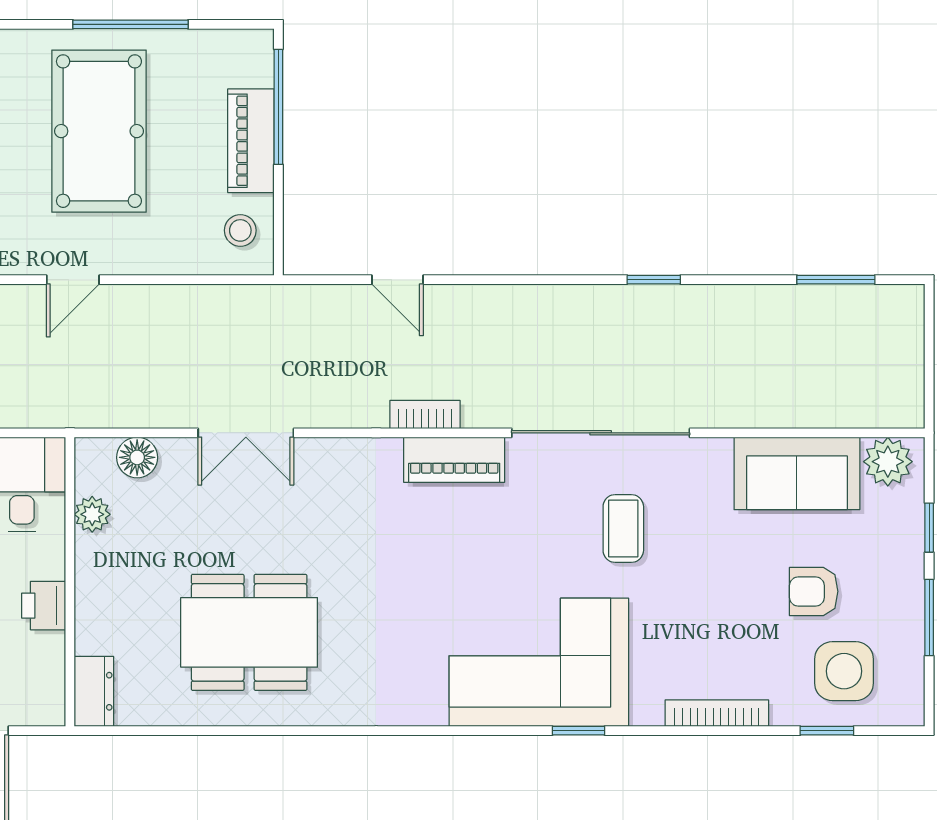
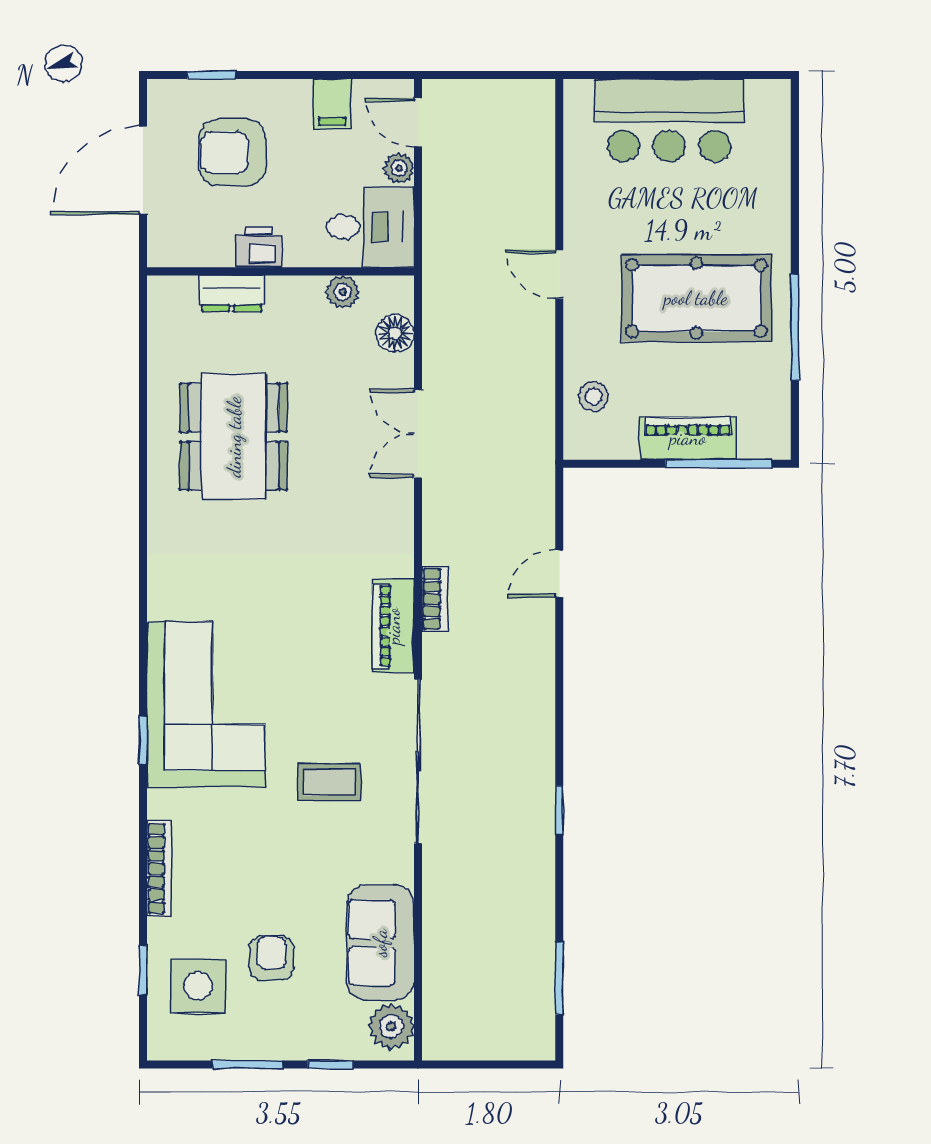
stool: (240, 230) -> (593, 397), moved
dresser: (94, 691) -> (231, 293), moved

